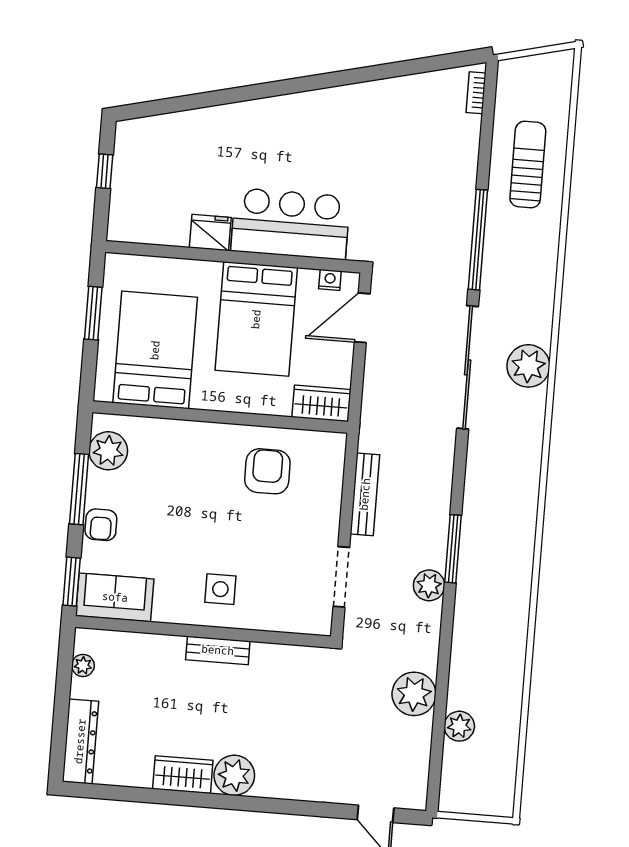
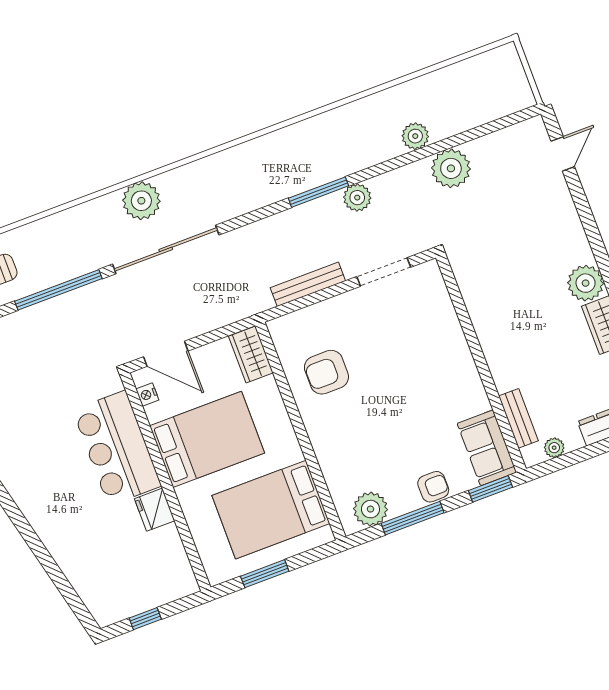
side table: (220, 589) -> (440, 365), removed
bench: (218, 650) -> (518, 418), moved
plant: (459, 726) -> (415, 136), moved

